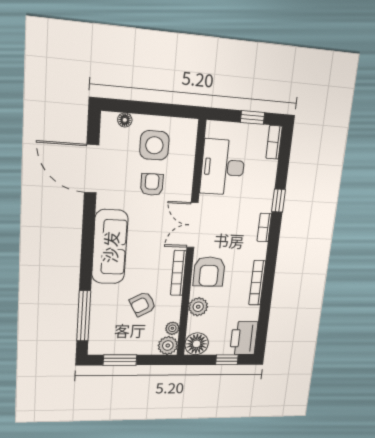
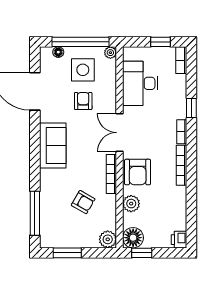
window: (154, 109) -> (81, 42), added
sofa: (110, 247) -> (53, 145), width x0.73
bookcase: (257, 283) -> (181, 165), moved
armchair: (143, 304) -> (83, 202), turned -121
plant: (172, 328) -> (110, 53), moved
printer: (244, 338) -> (179, 240), width x0.53, depth x0.68
window: (227, 360) -> (142, 253), moved

